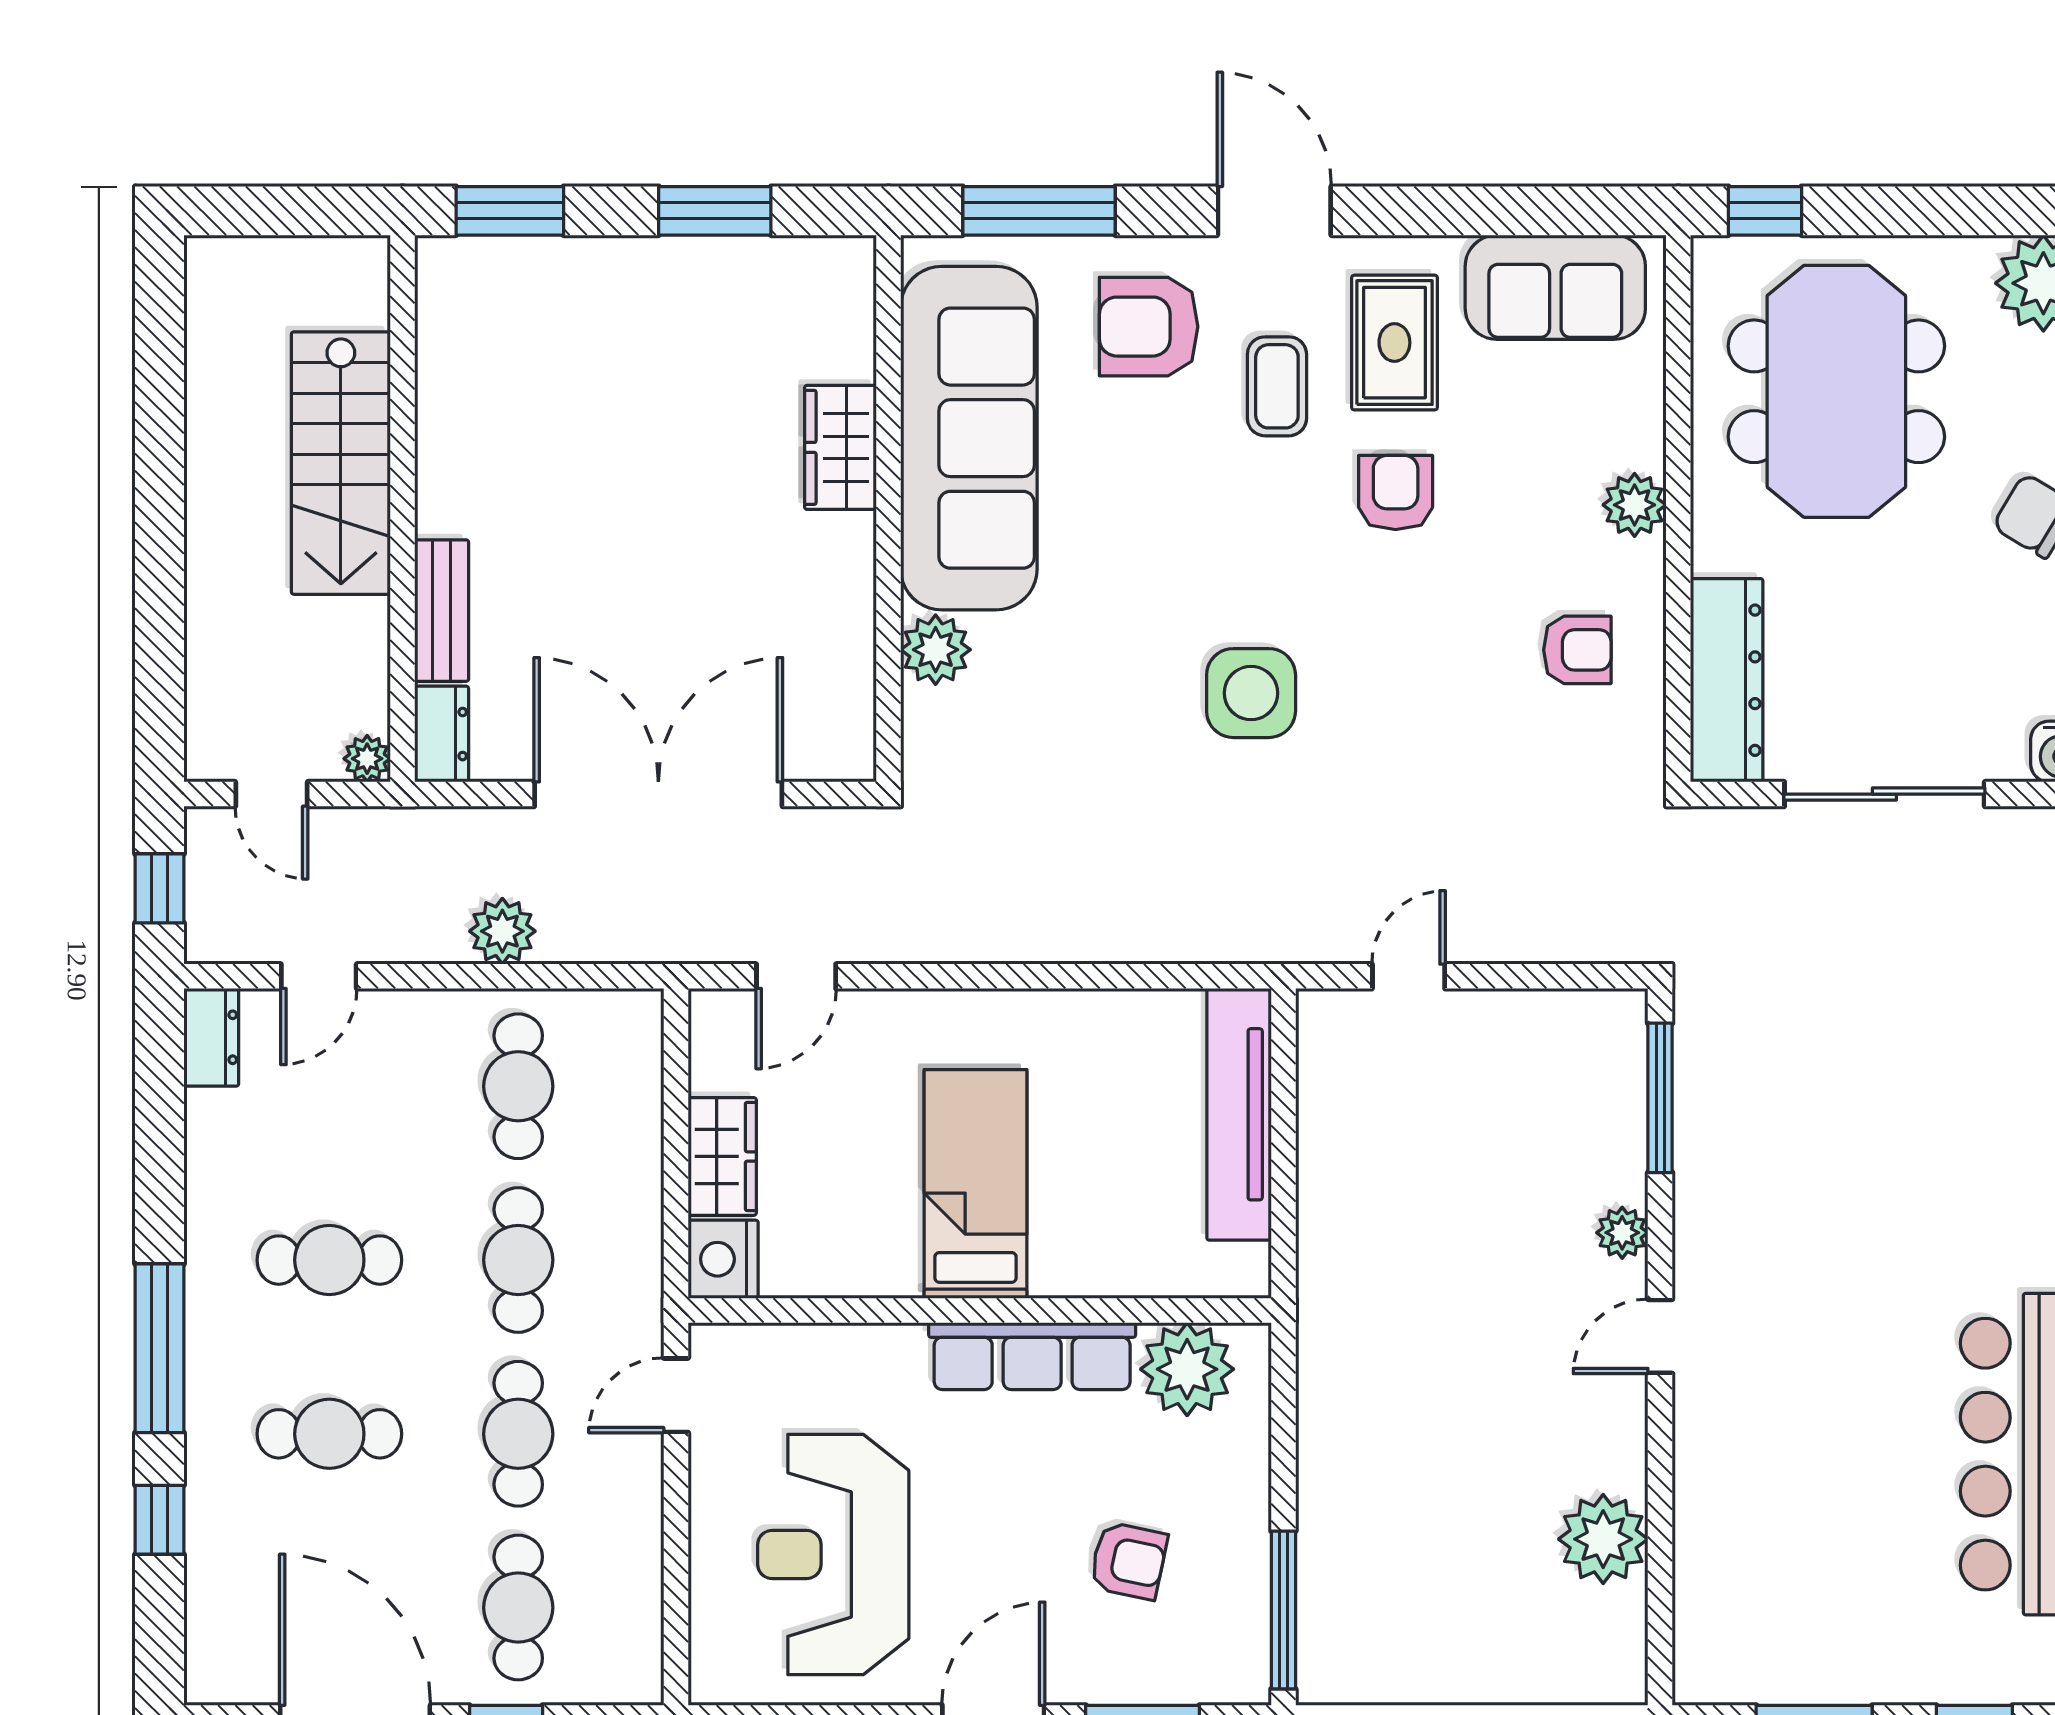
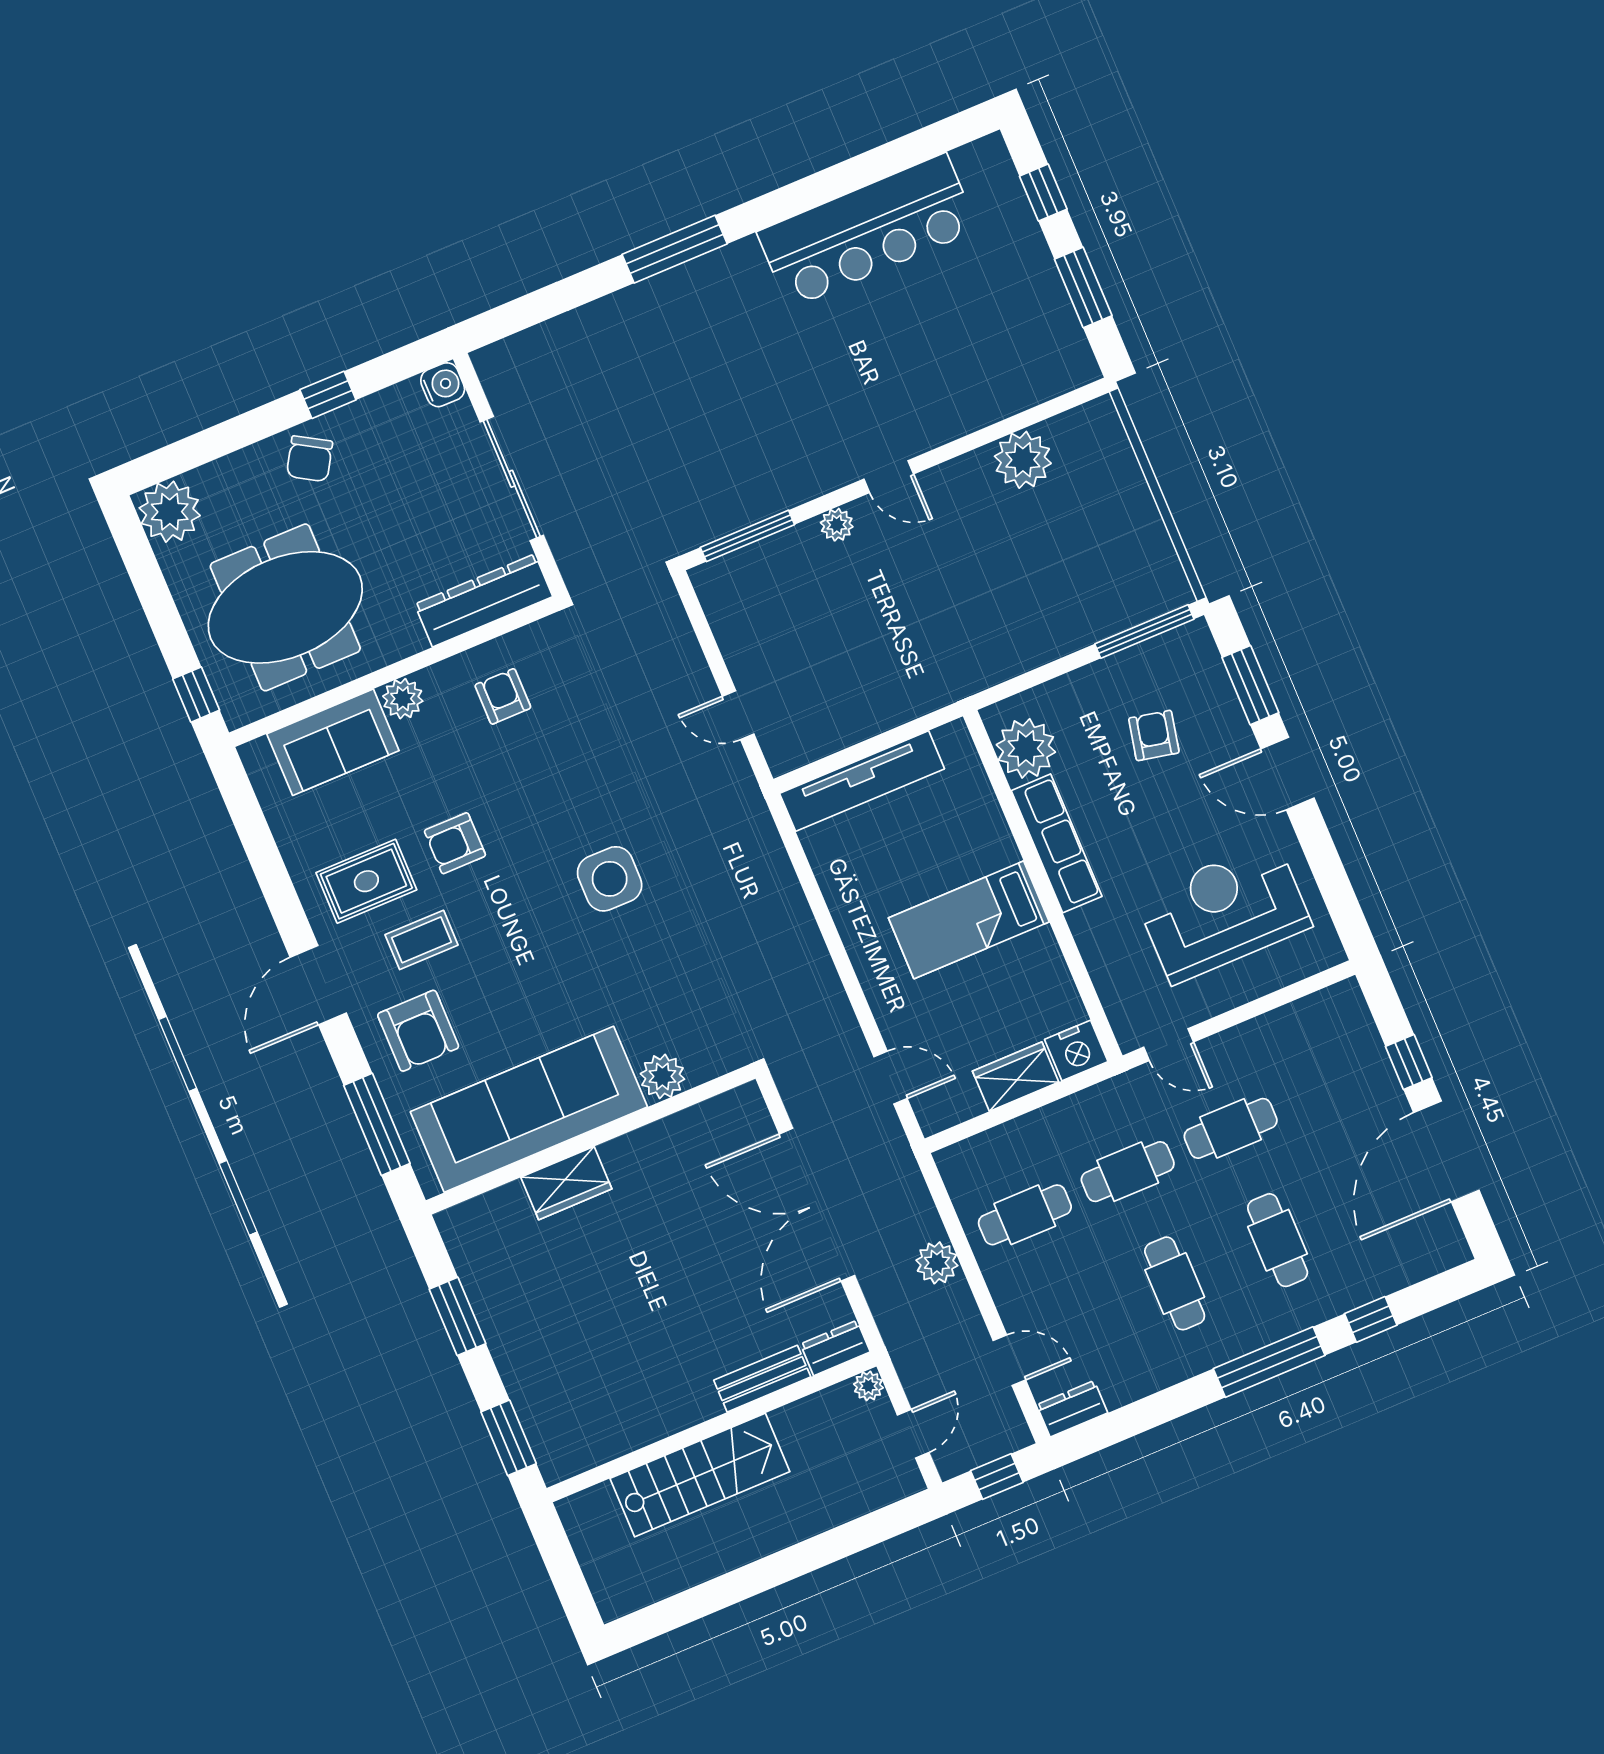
sofa: (1555, 287) -> (333, 742), moved, turned 90
reception desk: (833, 1555) -> (1224, 912), turned 180
cafe table: (518, 1608) -> (1333, 1085), removed

